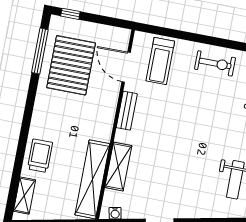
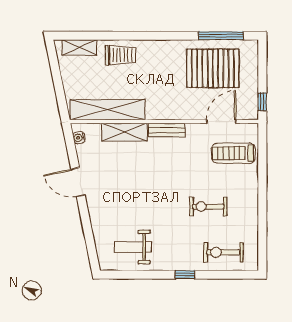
window: (70, 14) -> (262, 102), moved
exercise bike: (215, 63) -> (208, 207), moved, turned 90
bench: (127, 111) -> (167, 130), moved

